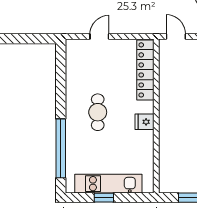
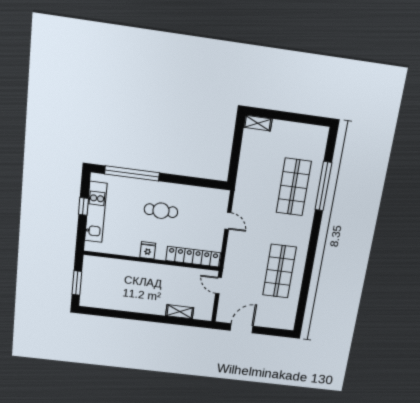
door: (176, 36) -> (219, 286), swing flipped

